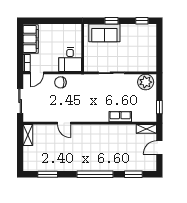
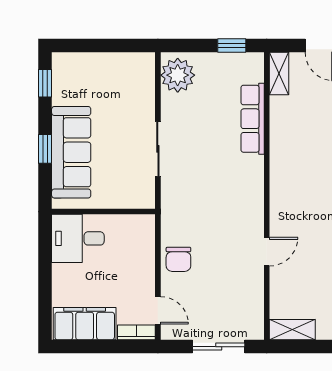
sofa: (104, 33) -> (71, 152), width x1.36
desk: (70, 60) -> (78, 238), moved, turned 180
row of seats: (120, 117) -> (253, 119), width x1.48

